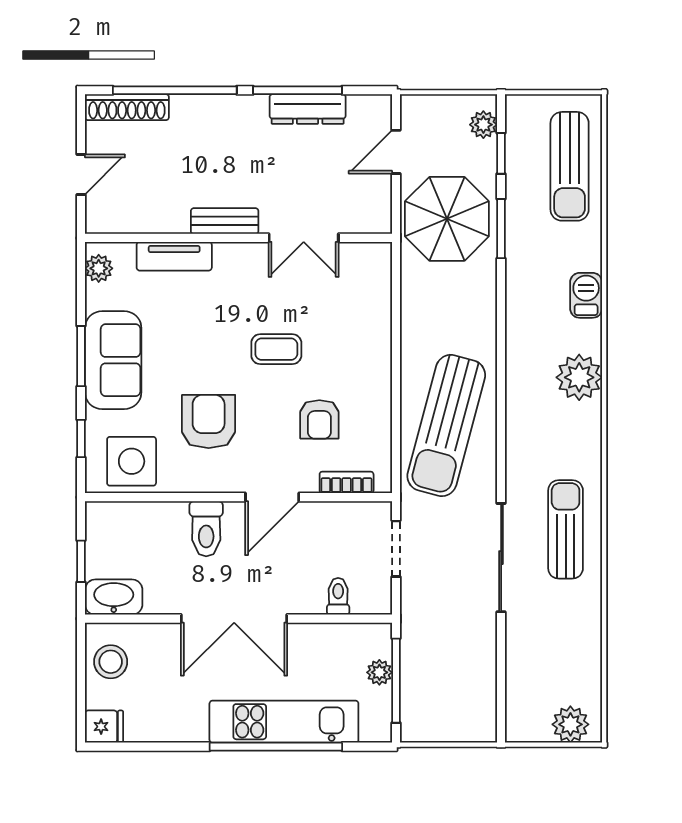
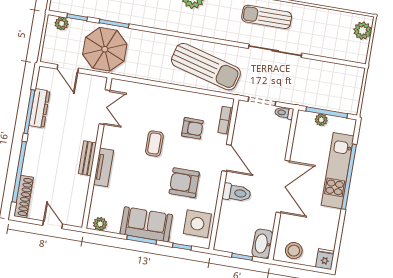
double door: (304, 238) -> (105, 107), moved
tv unit: (174, 256) -> (104, 167), moved
toilet: (338, 596) -> (284, 113), moved

